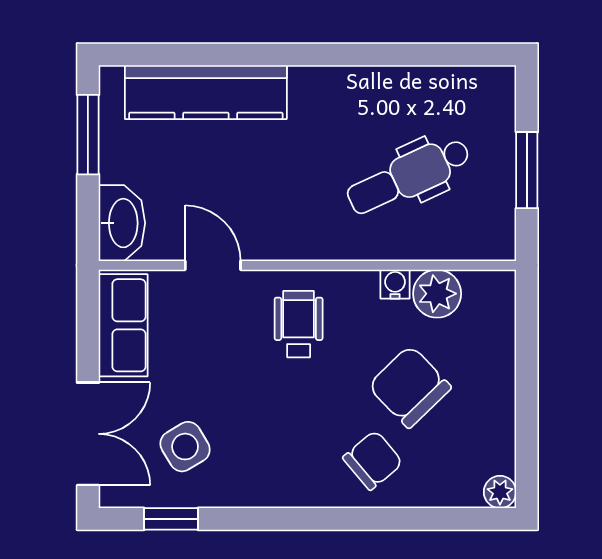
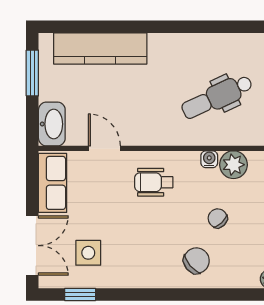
wheelchair: (299, 324) -> (154, 182), turned -90
chair: (410, 387) -> (218, 218), width x0.54, depth x0.54
side table: (185, 447) -> (88, 253), turned 31

